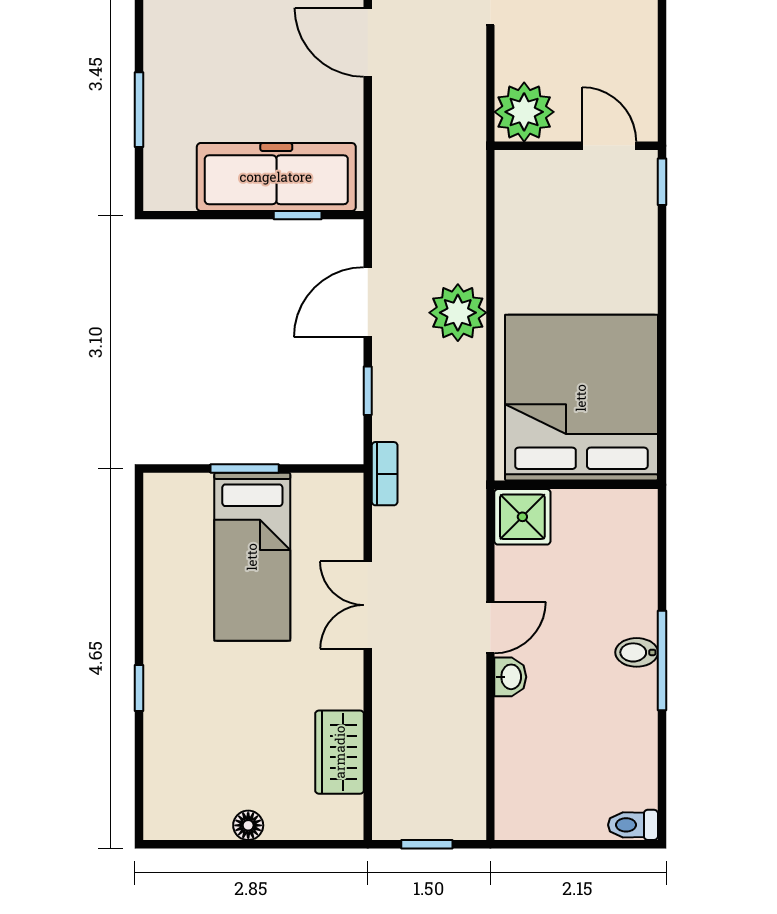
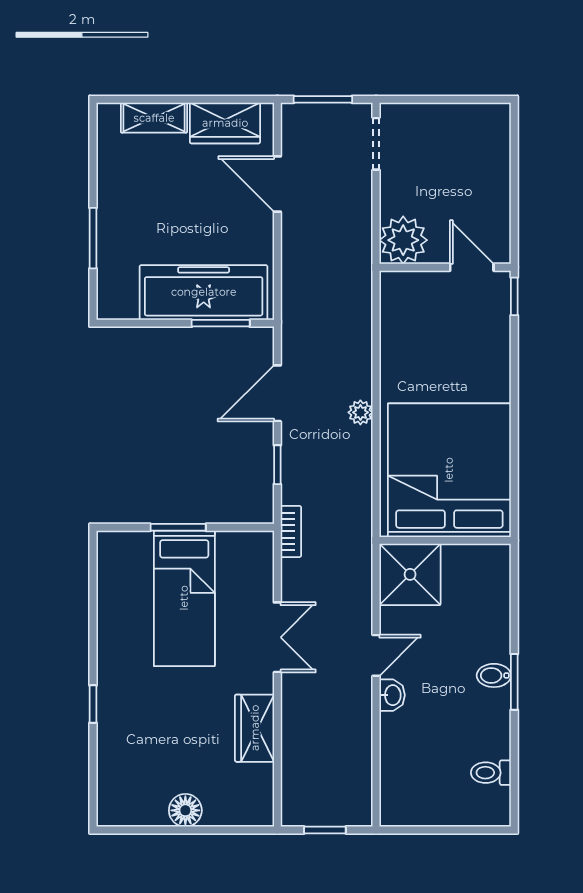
window: (298, 215) -> (221, 323), width x1.50
plant: (458, 313) -> (360, 412), width x0.53, depth x0.53
shower: (522, 517) -> (410, 574), width x1.36, depth x1.36
double door: (368, 605) -> (277, 637), swing flipped
window: (662, 660) -> (514, 682), width x0.69
wardrobe: (340, 752) -> (255, 728), moved
floor lamp: (248, 825) -> (185, 810), width x1.37, depth x1.37
toilet: (633, 825) -> (491, 773), moved

